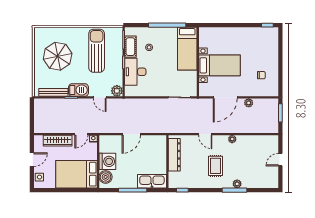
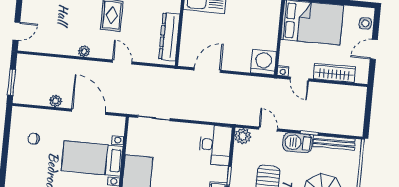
desk: (135, 72) -> (215, 145), moved
door: (225, 97) -> (88, 112), hinge flipped
door: (81, 134) -> (299, 79), swing flipped
door: (131, 134) -> (207, 70), moved
door: (280, 160) -> (16, 31), moved
washing machine: (107, 161) -> (263, 62), moved, turned 90
boiler: (106, 177) -> (271, 14), removed

